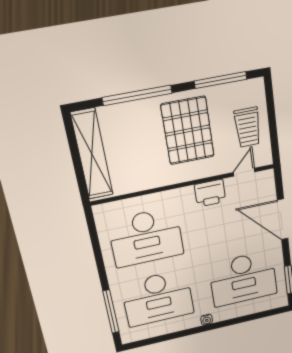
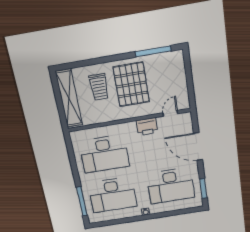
window: (137, 95) -> (98, 61), removed
trolley: (248, 127) -> (99, 87), moved

